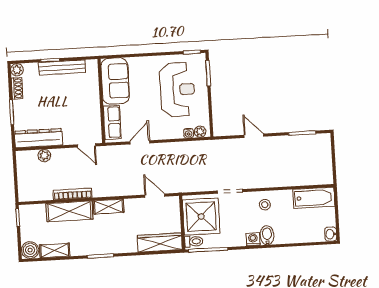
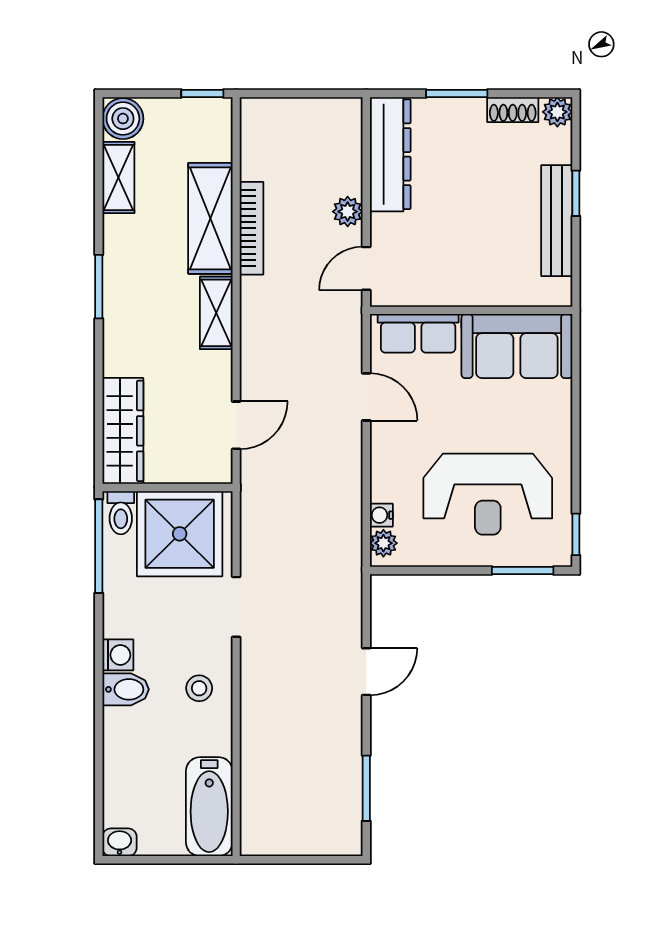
plant: (44, 156) -> (348, 212), moved

